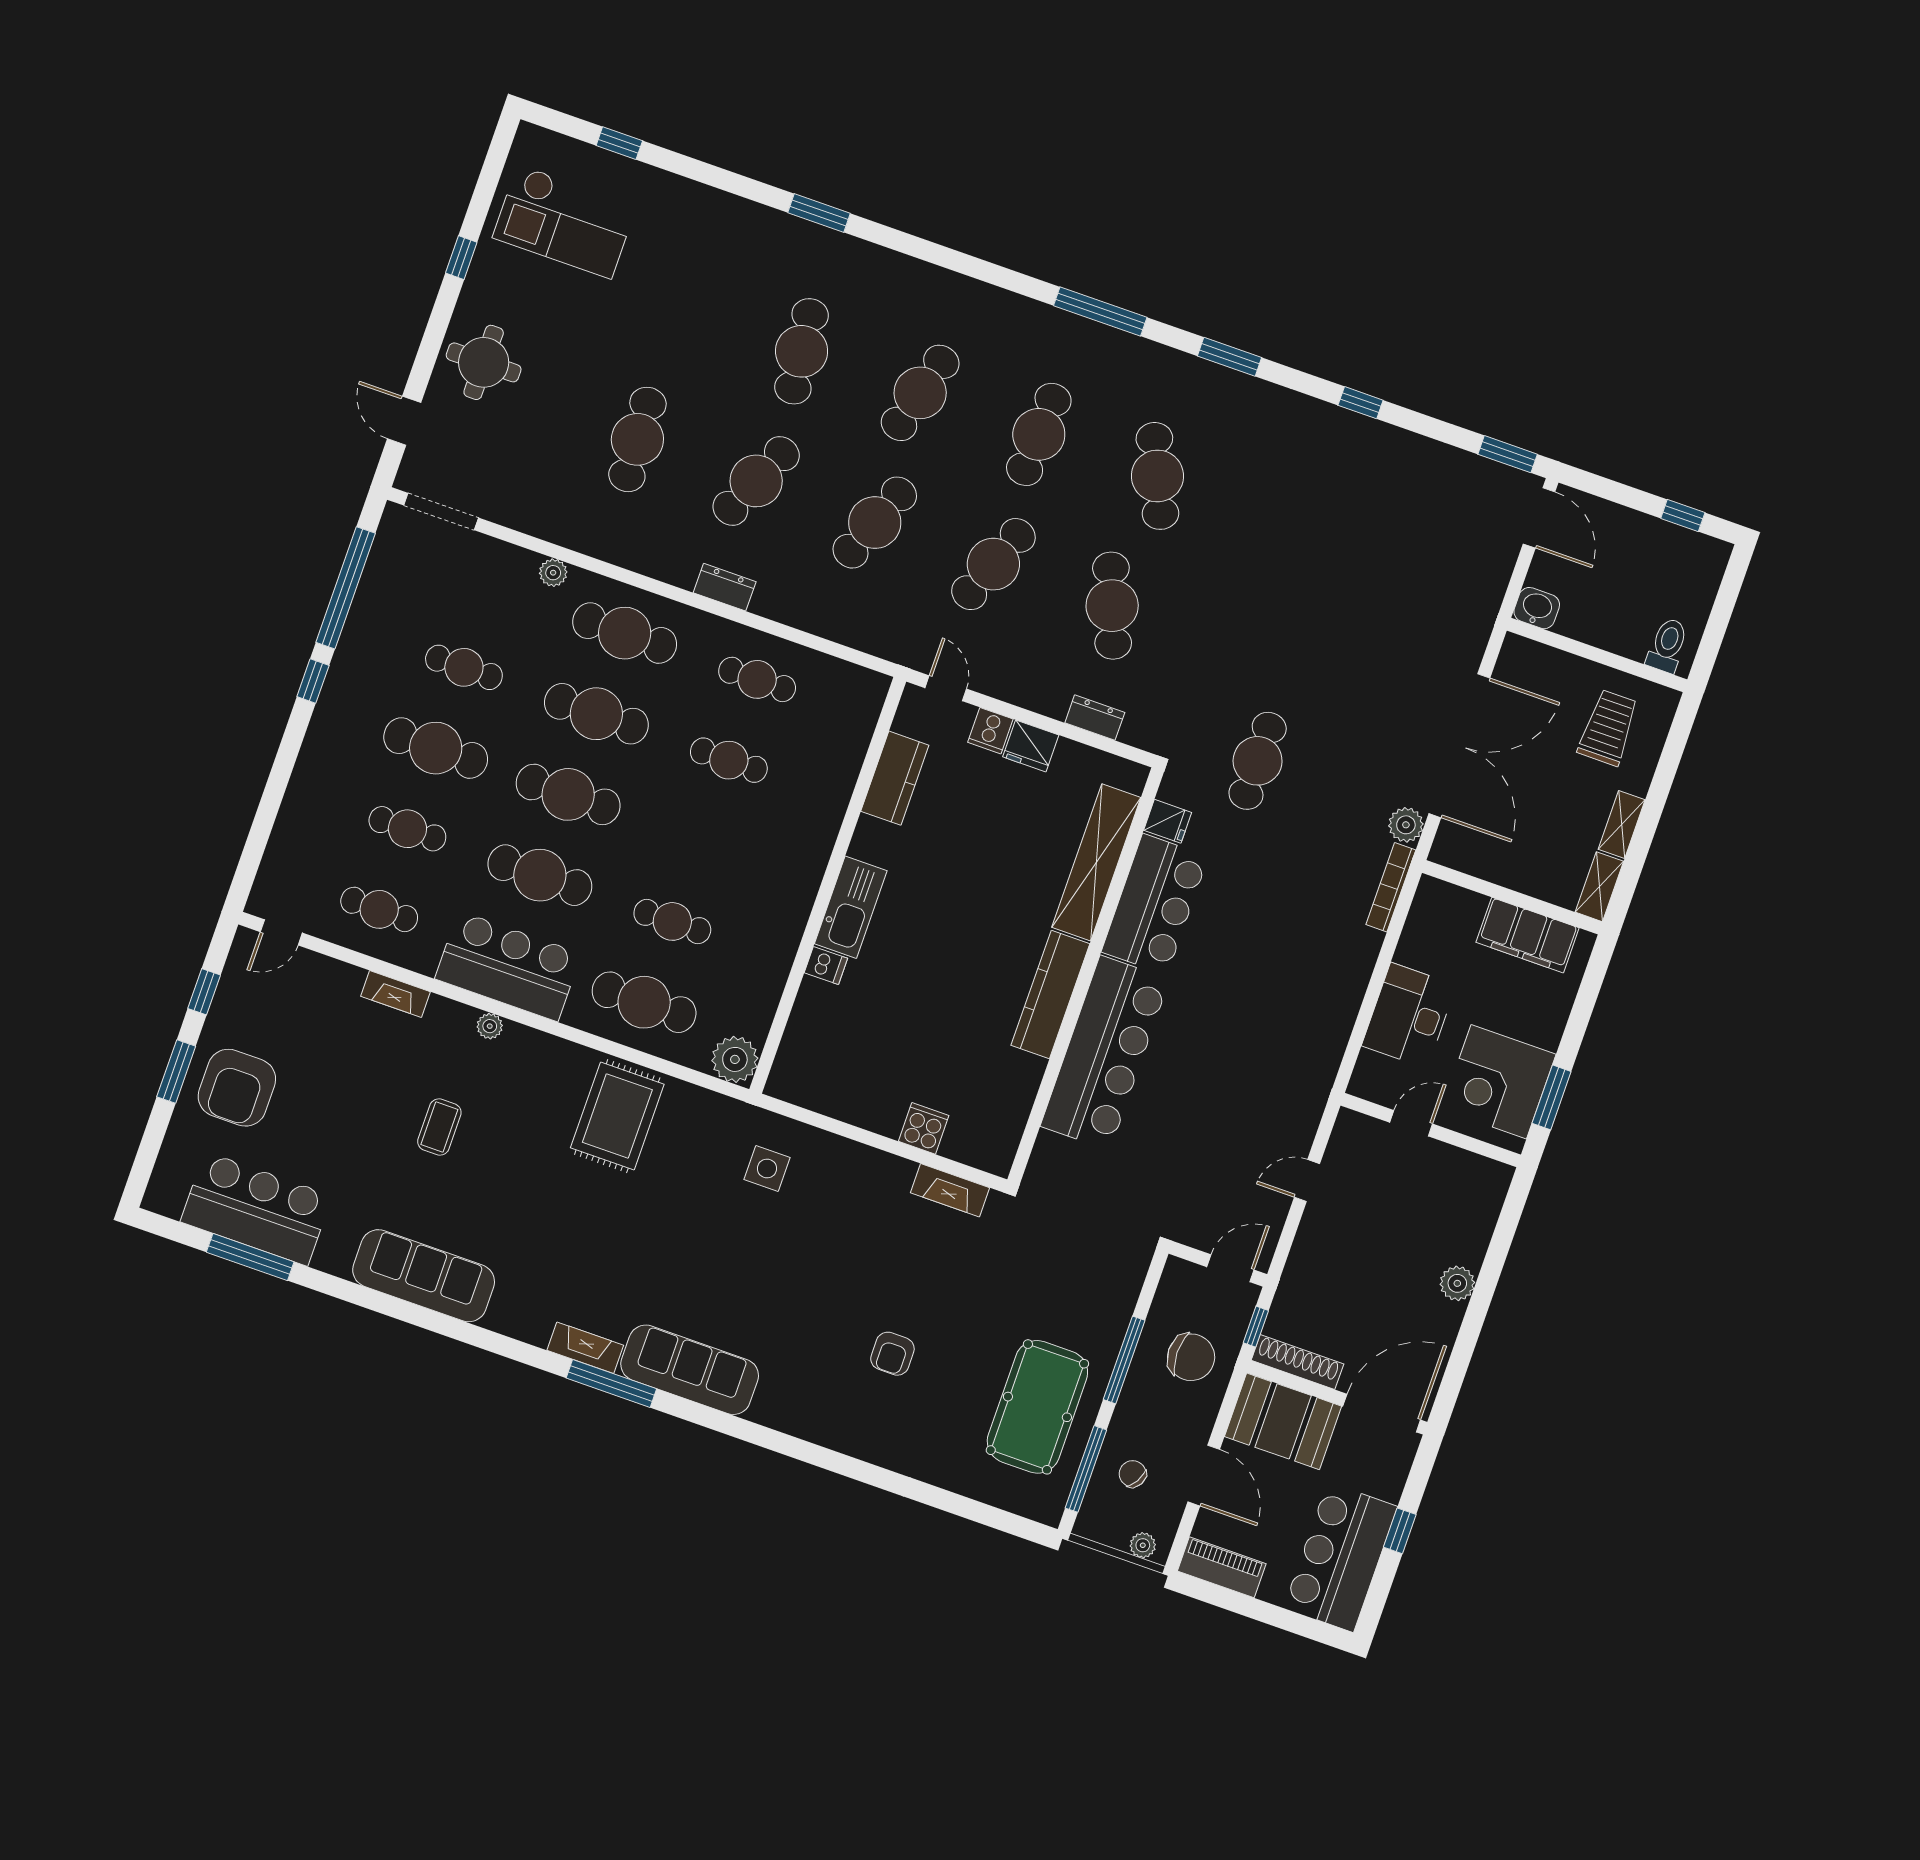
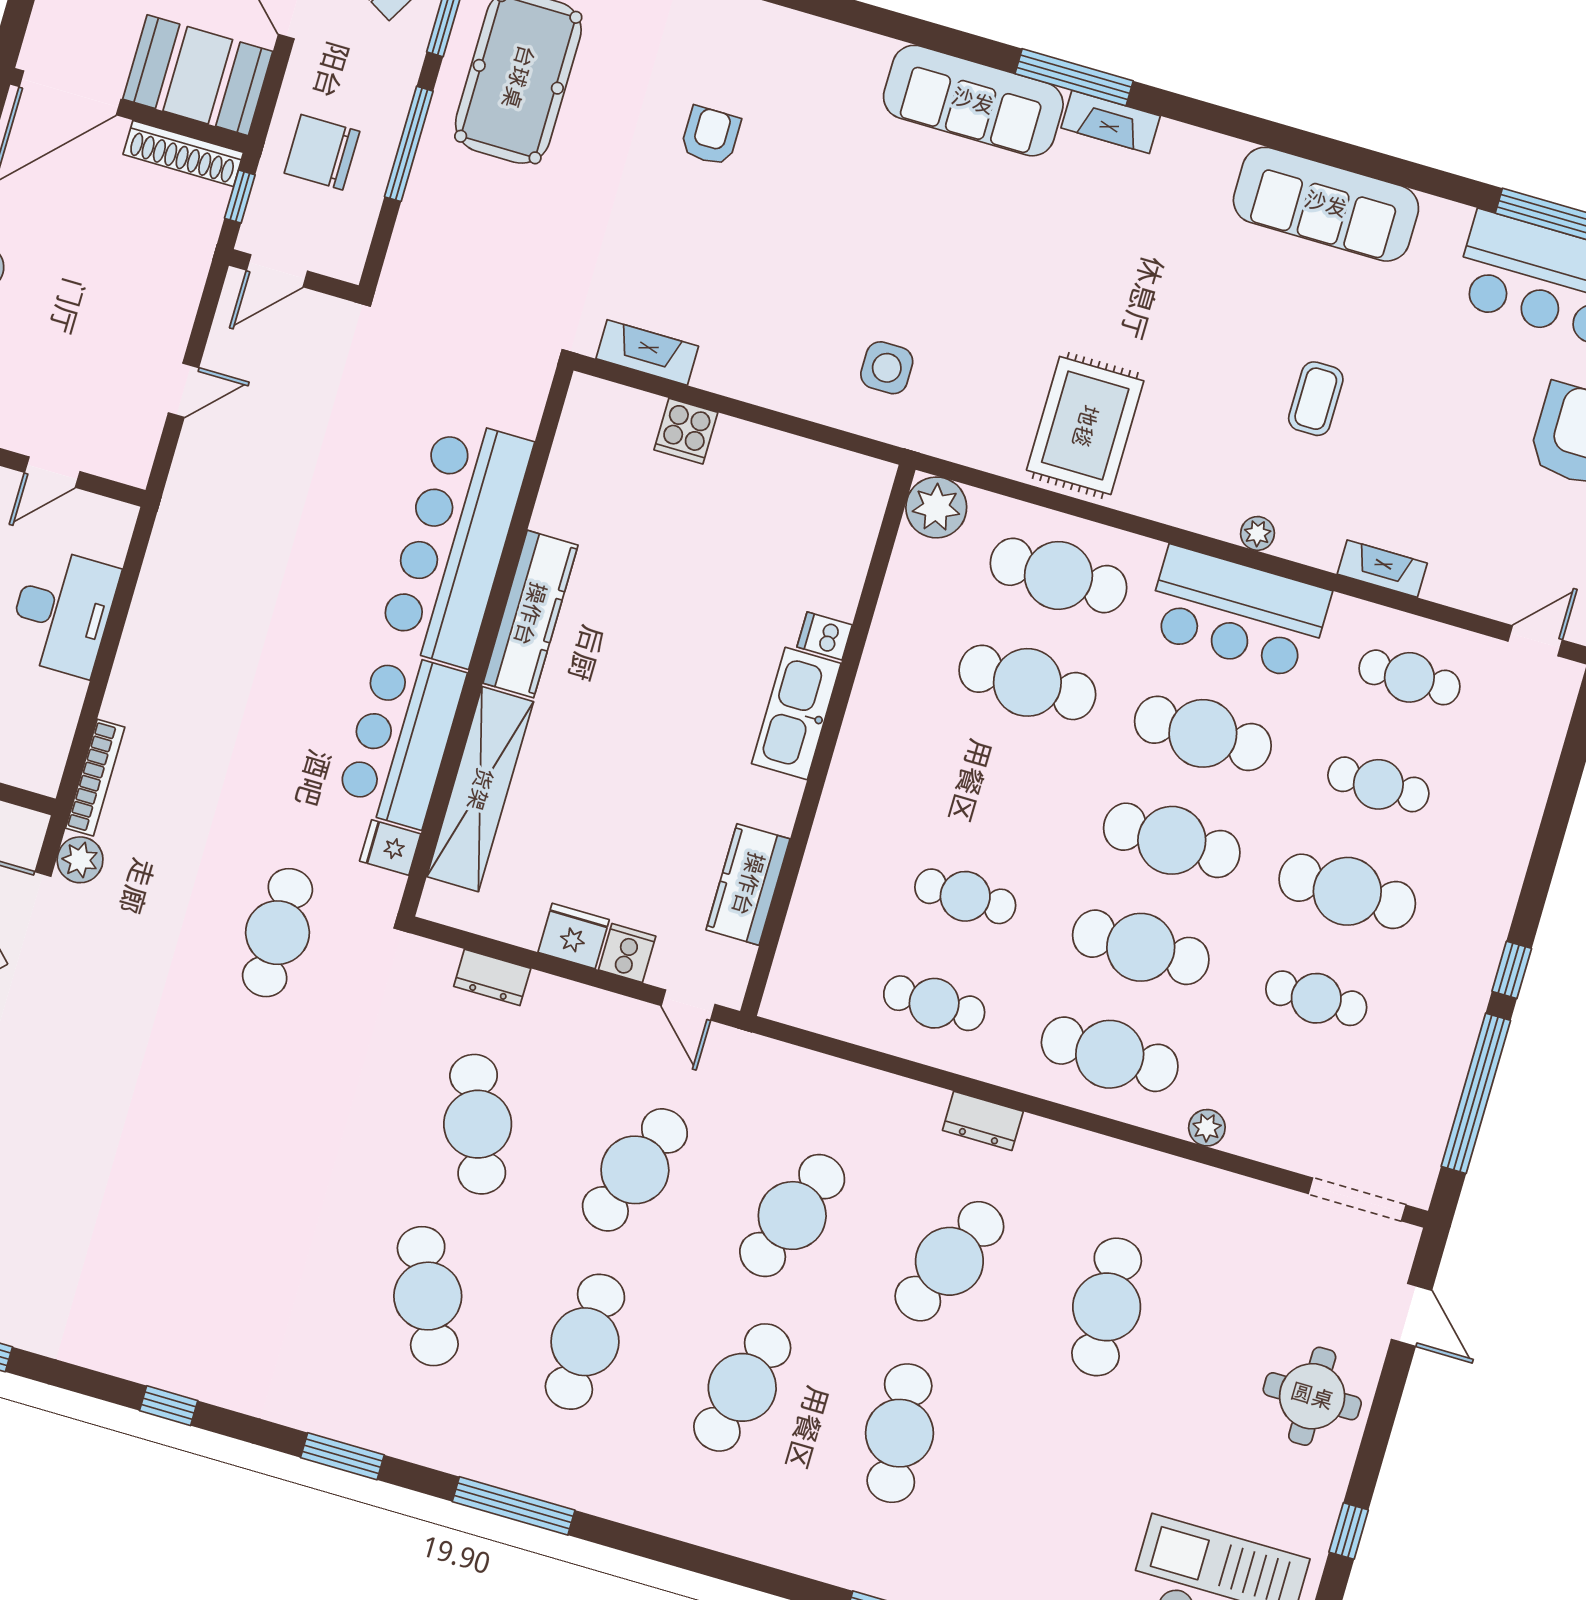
cafe table: (672, 921) -> (1027, 682), width x1.37, depth x1.35

